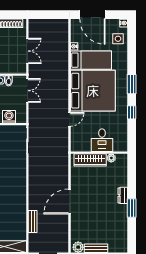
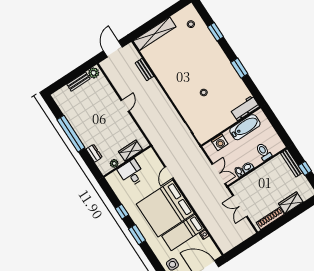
double door: (27, 91) -> (219, 174), swing flipped
wardrobe: (90, 160) -> (131, 151), width x0.67
dresser: (123, 195) -> (94, 153), moved
door: (70, 201) -> (125, 106), width x0.53
window: (132, 208) -> (71, 134), width x2.11

